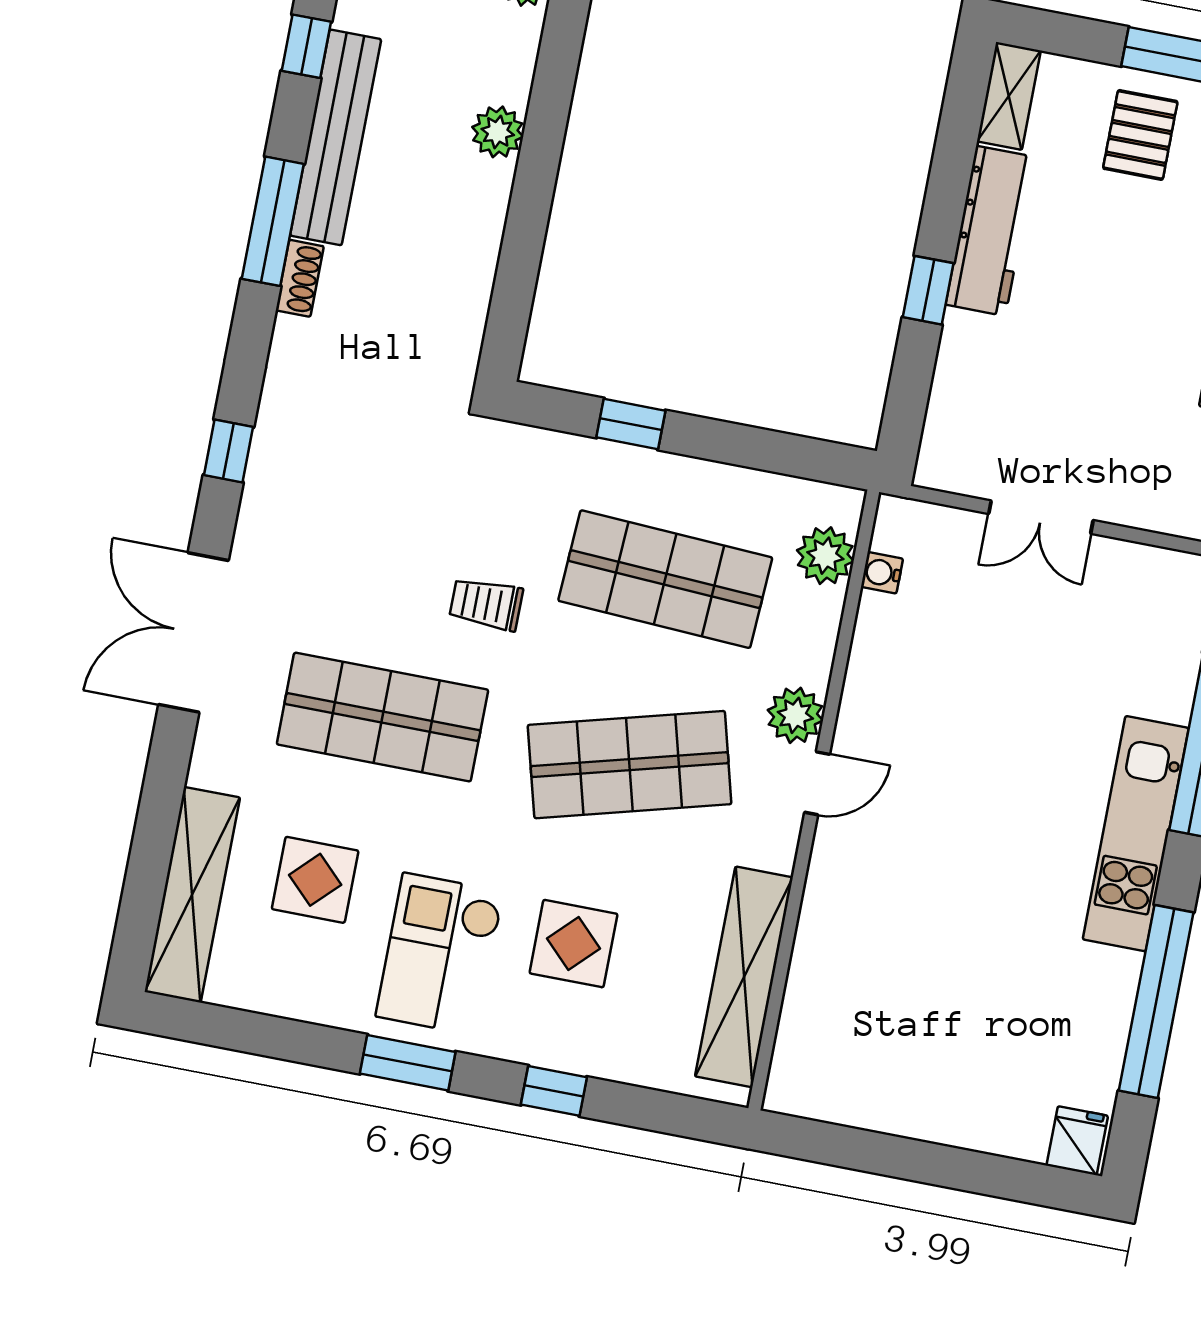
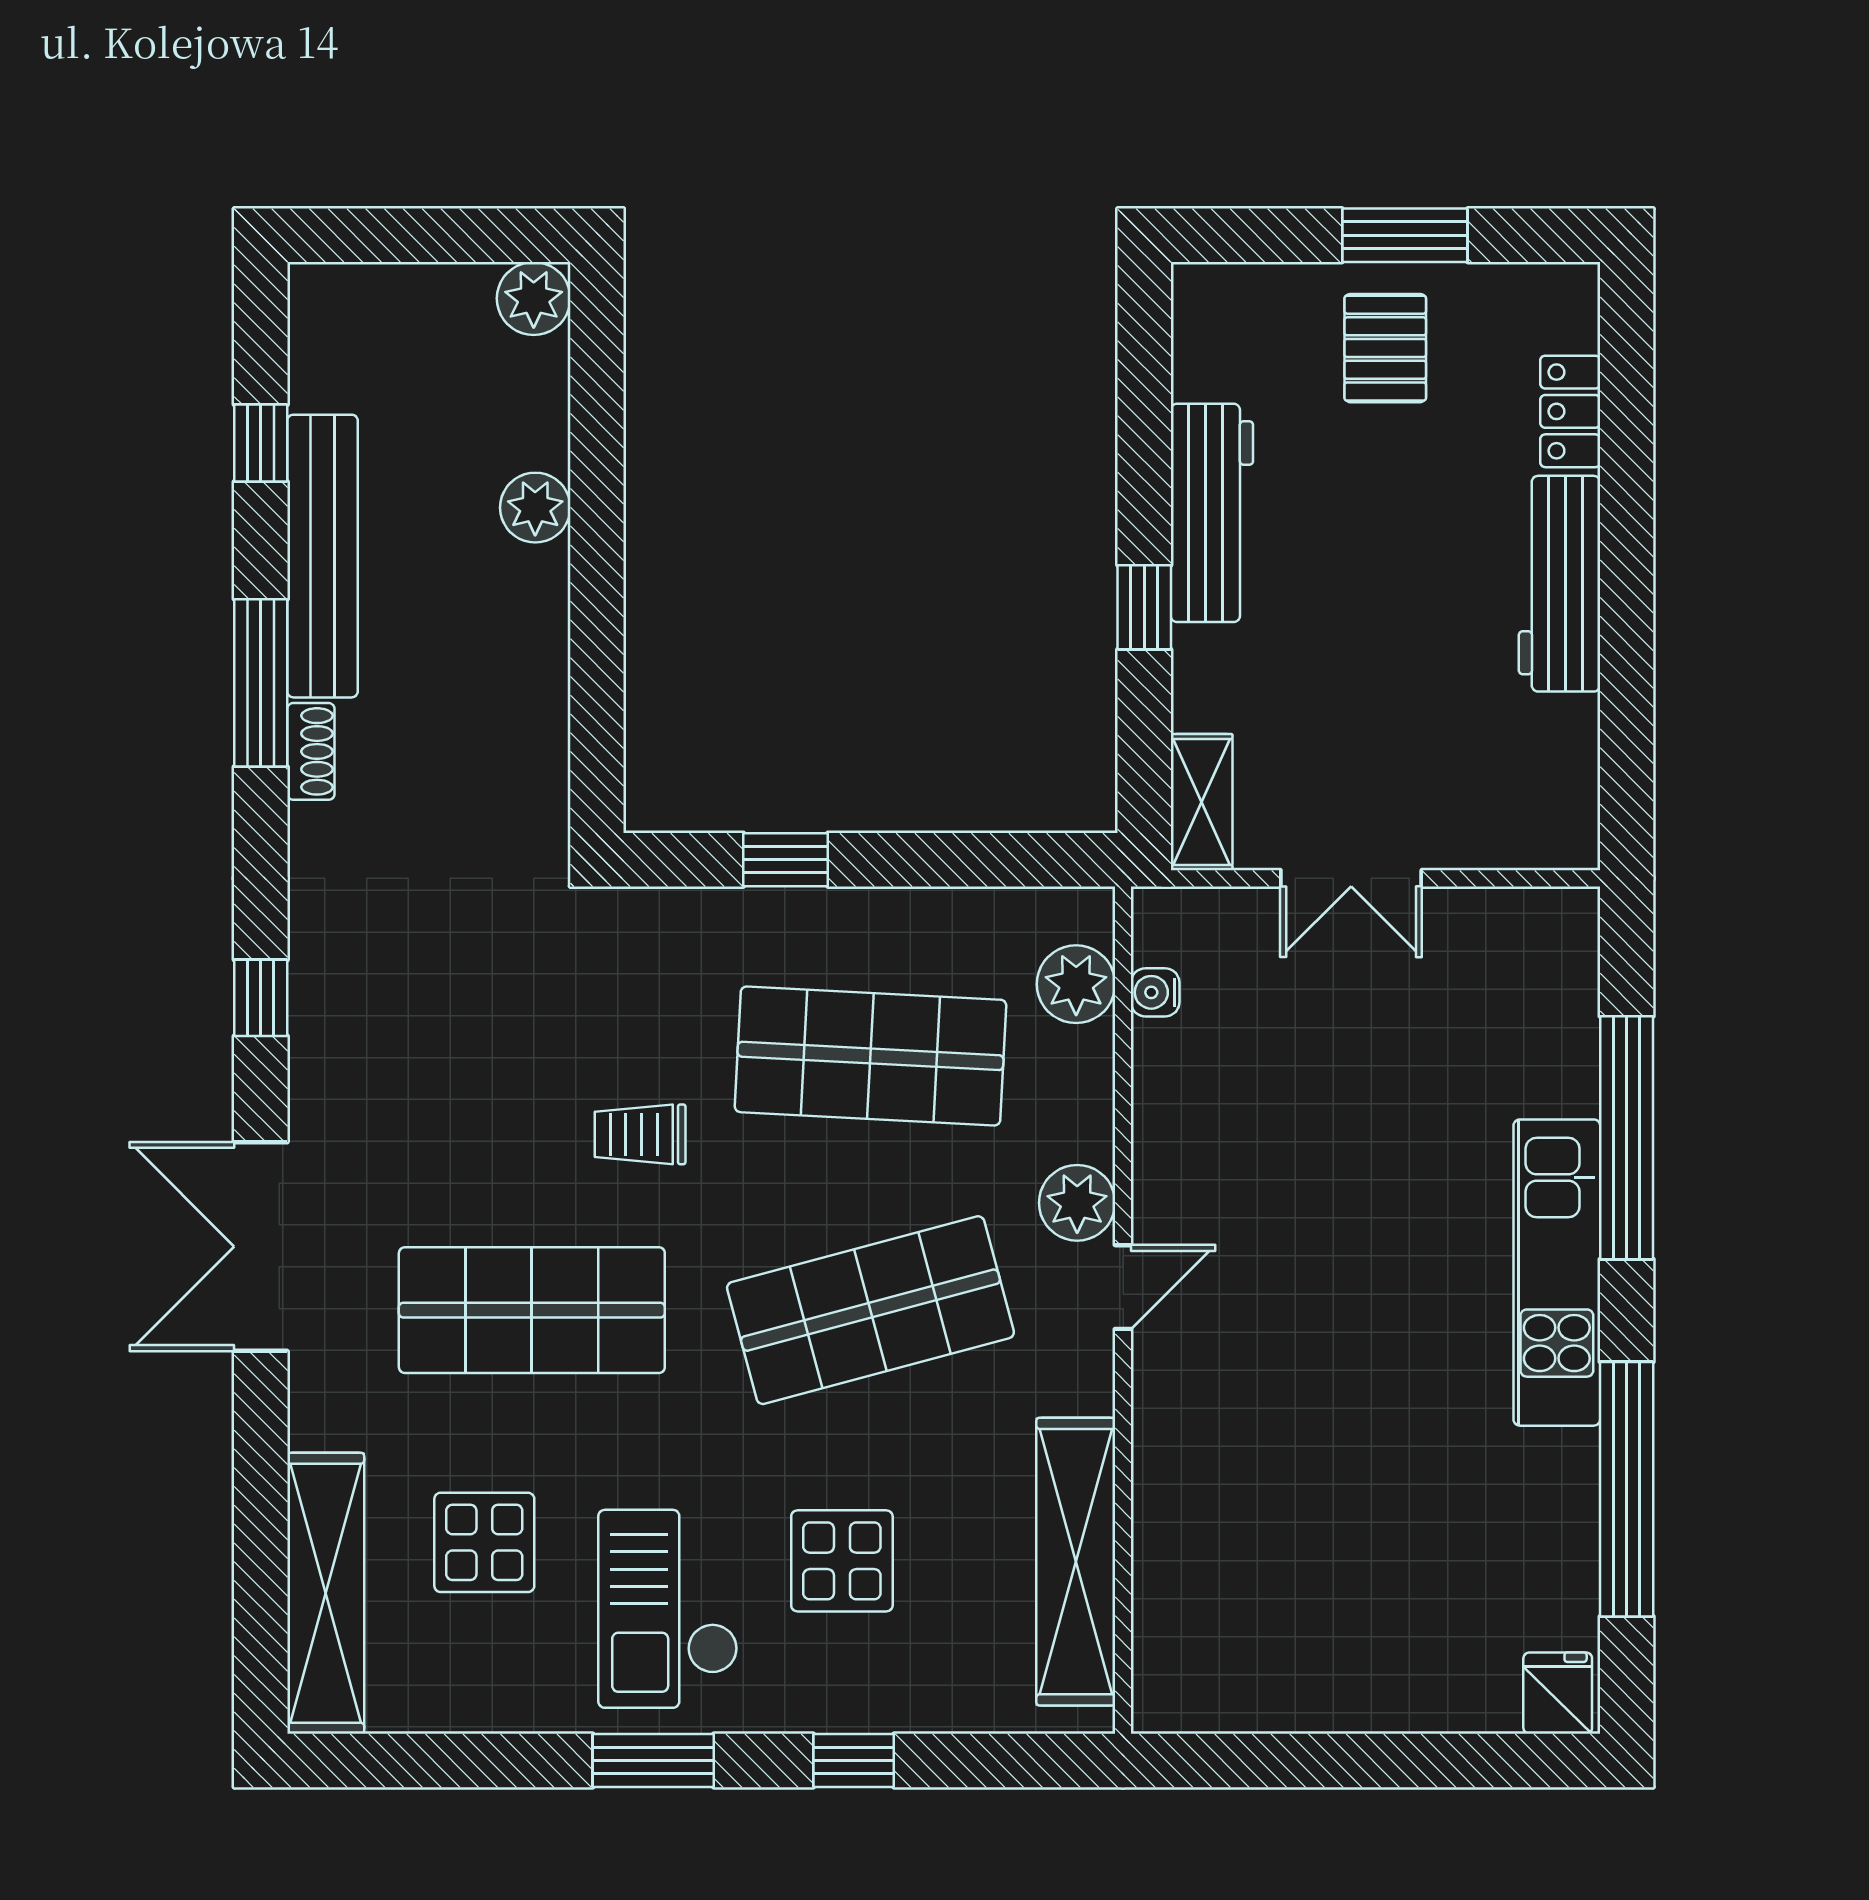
shelving: (1009, 96) -> (1202, 802), moved

